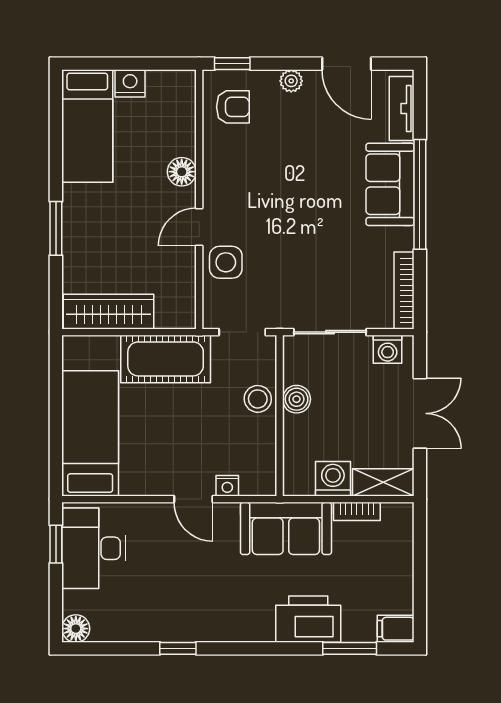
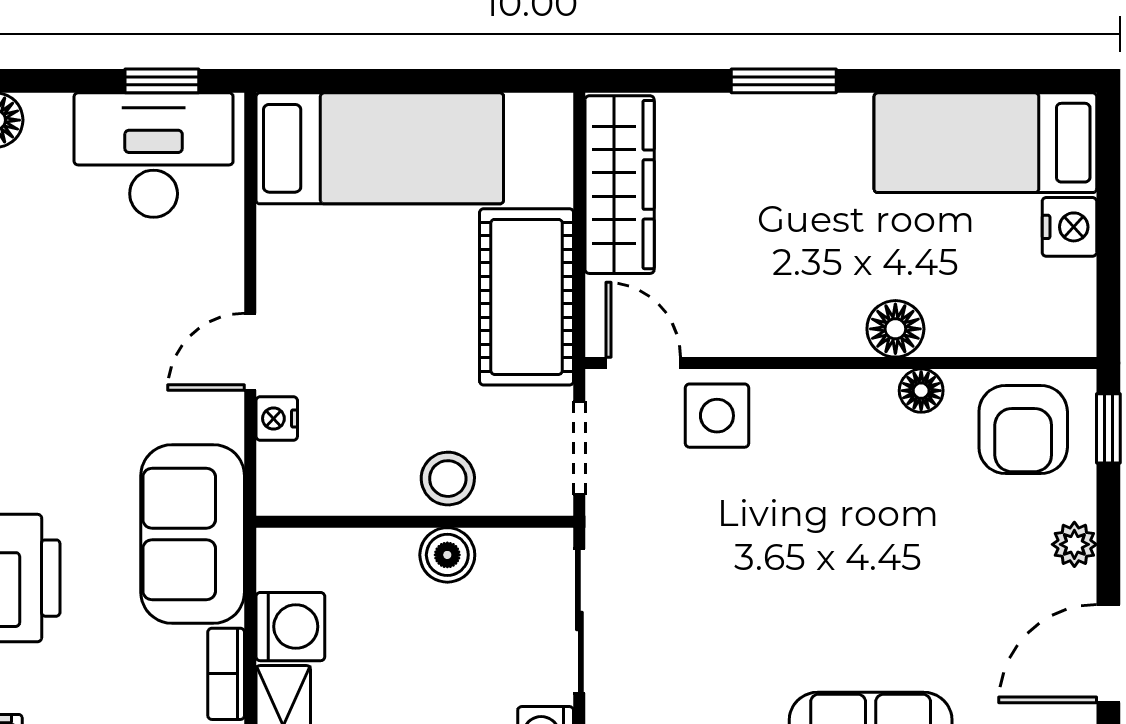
armchair: (233, 107) -> (1023, 429), width x1.38, depth x1.38
floor lamp: (213, 159) -> (921, 391), added
door: (199, 227) -> (643, 363), moved

